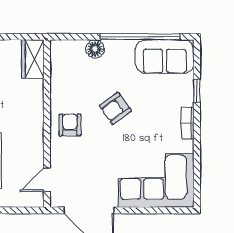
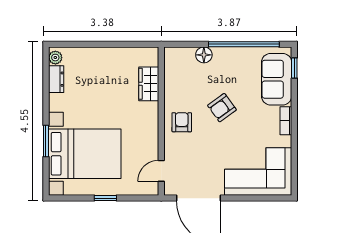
sofa: (165, 57) -> (277, 79), moved, turned 90
wardrobe: (33, 59) -> (149, 84), moved
window: (197, 91) -> (294, 68), moved

